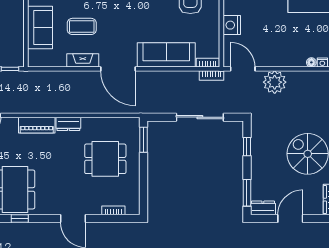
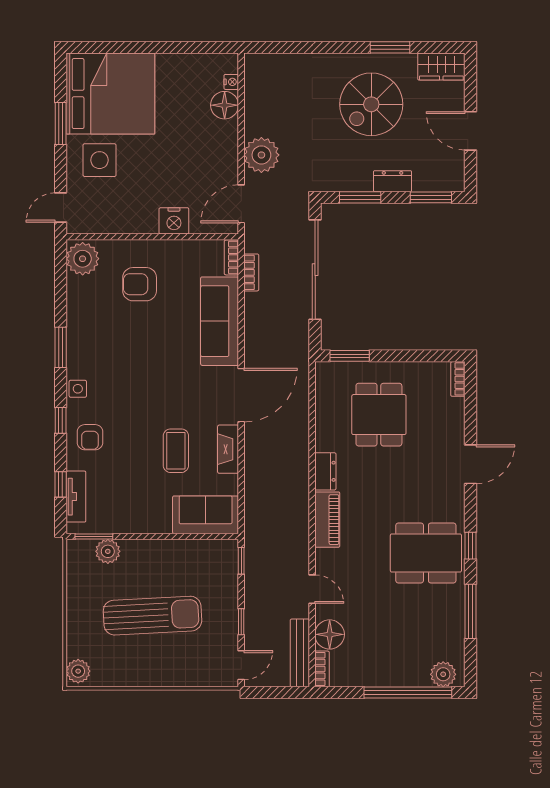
sofa: (40, 27) -> (206, 515), moved
floor lamp: (311, 62) -> (225, 105), width x1.89, depth x1.89
bookcase: (212, 76) -> (251, 272), moved
sliding door: (200, 117) -> (315, 270), width x1.36
window: (247, 147) -> (360, 197), width x1.50
dresser: (263, 208) -> (393, 181), moved, turned 90
bookcase: (113, 210) -> (458, 379), moved

